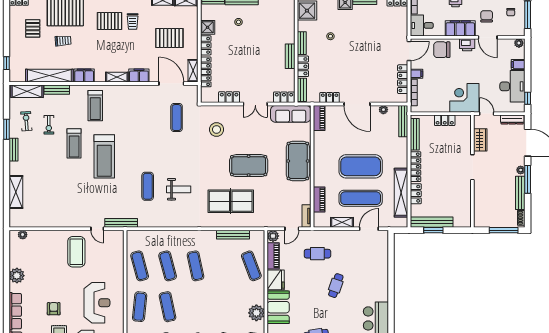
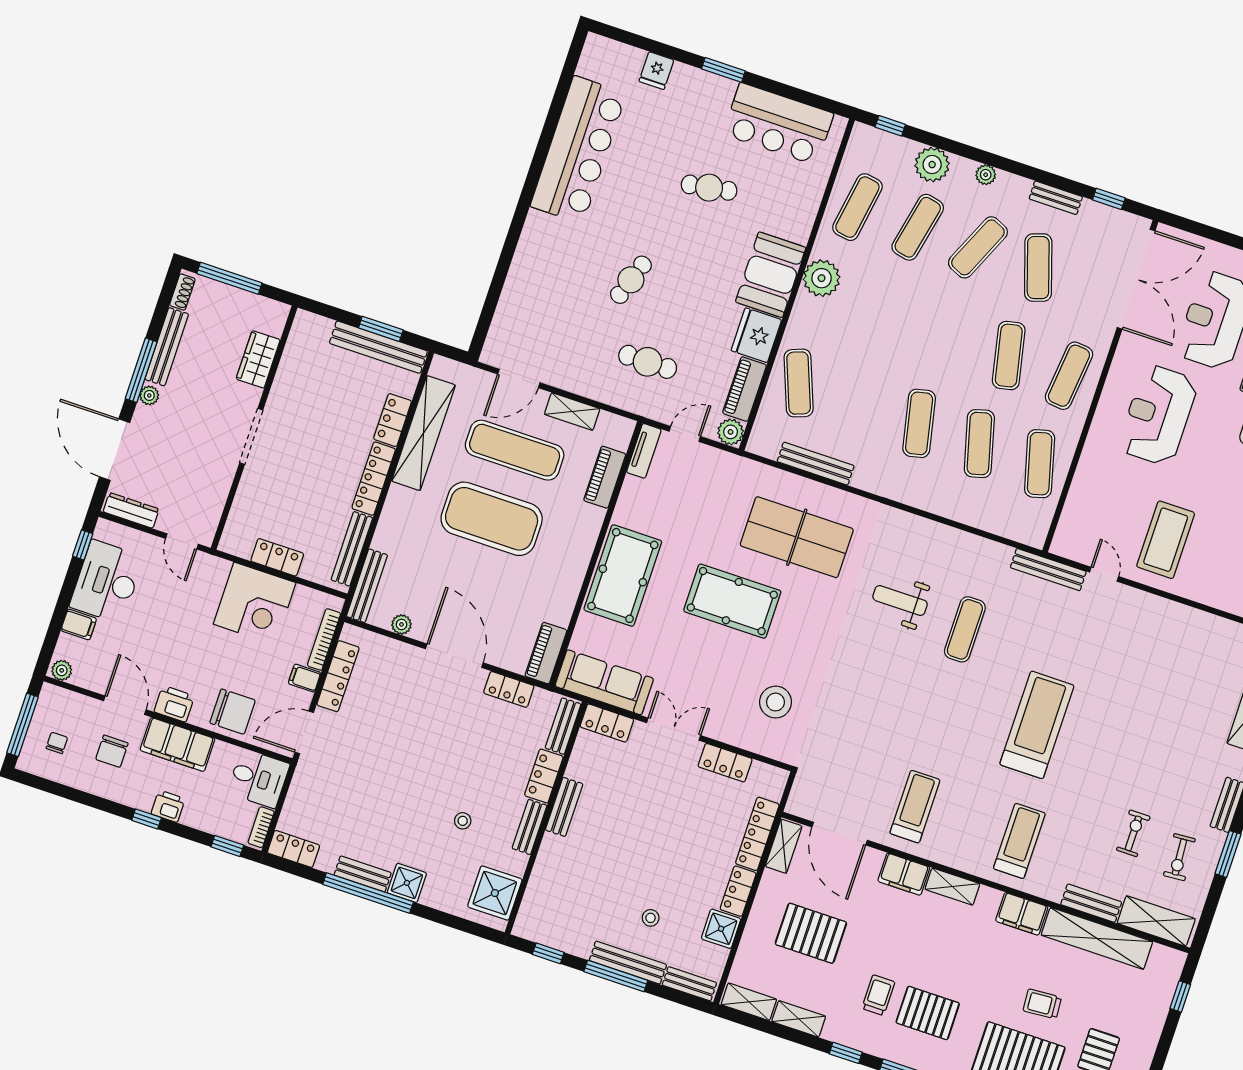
corner desk: (464, 98) -> (255, 603), moved
exercise mat: (177, 118) -> (853, 757), removed
wardrobe: (480, 140) -> (258, 359), moved
treadmill: (74, 143) -> (915, 807), moved

